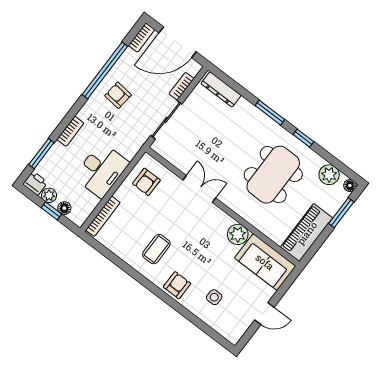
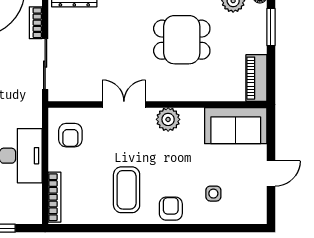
dining table: (273, 175) -> (182, 40), width x0.73
floor lamp: (64, 208) -> (13, 217), removed
piano: (307, 233) -> (256, 78), width x0.73, depth x0.75
plant: (238, 234) -> (168, 119), moved
coffee table: (156, 249) -> (127, 190), width x1.36, depth x1.30

